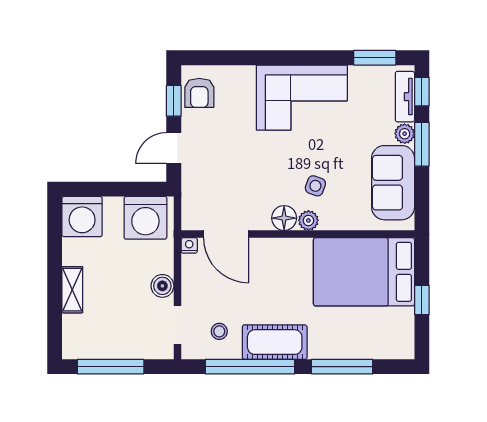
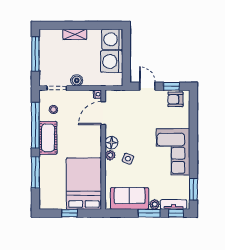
washing machine: (145, 218) -> (112, 62), moved

